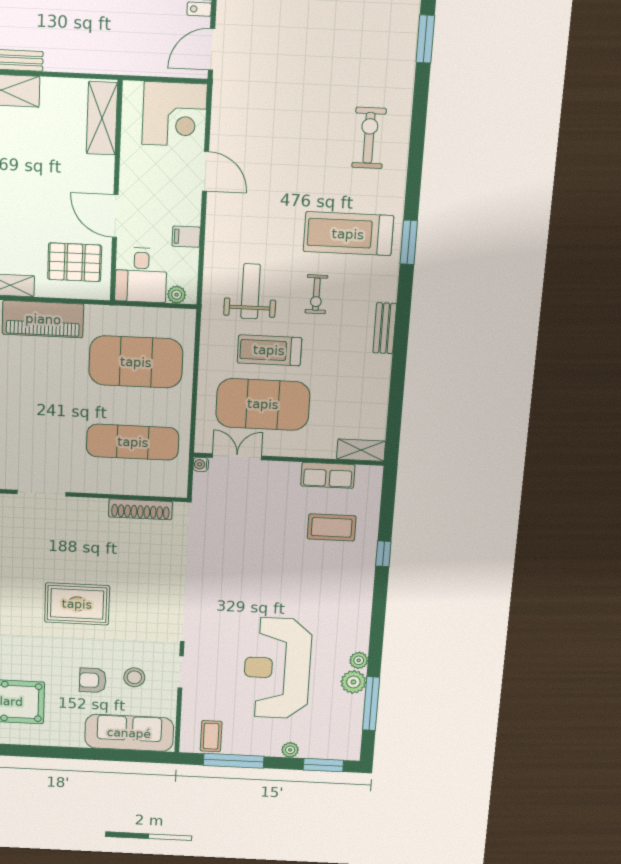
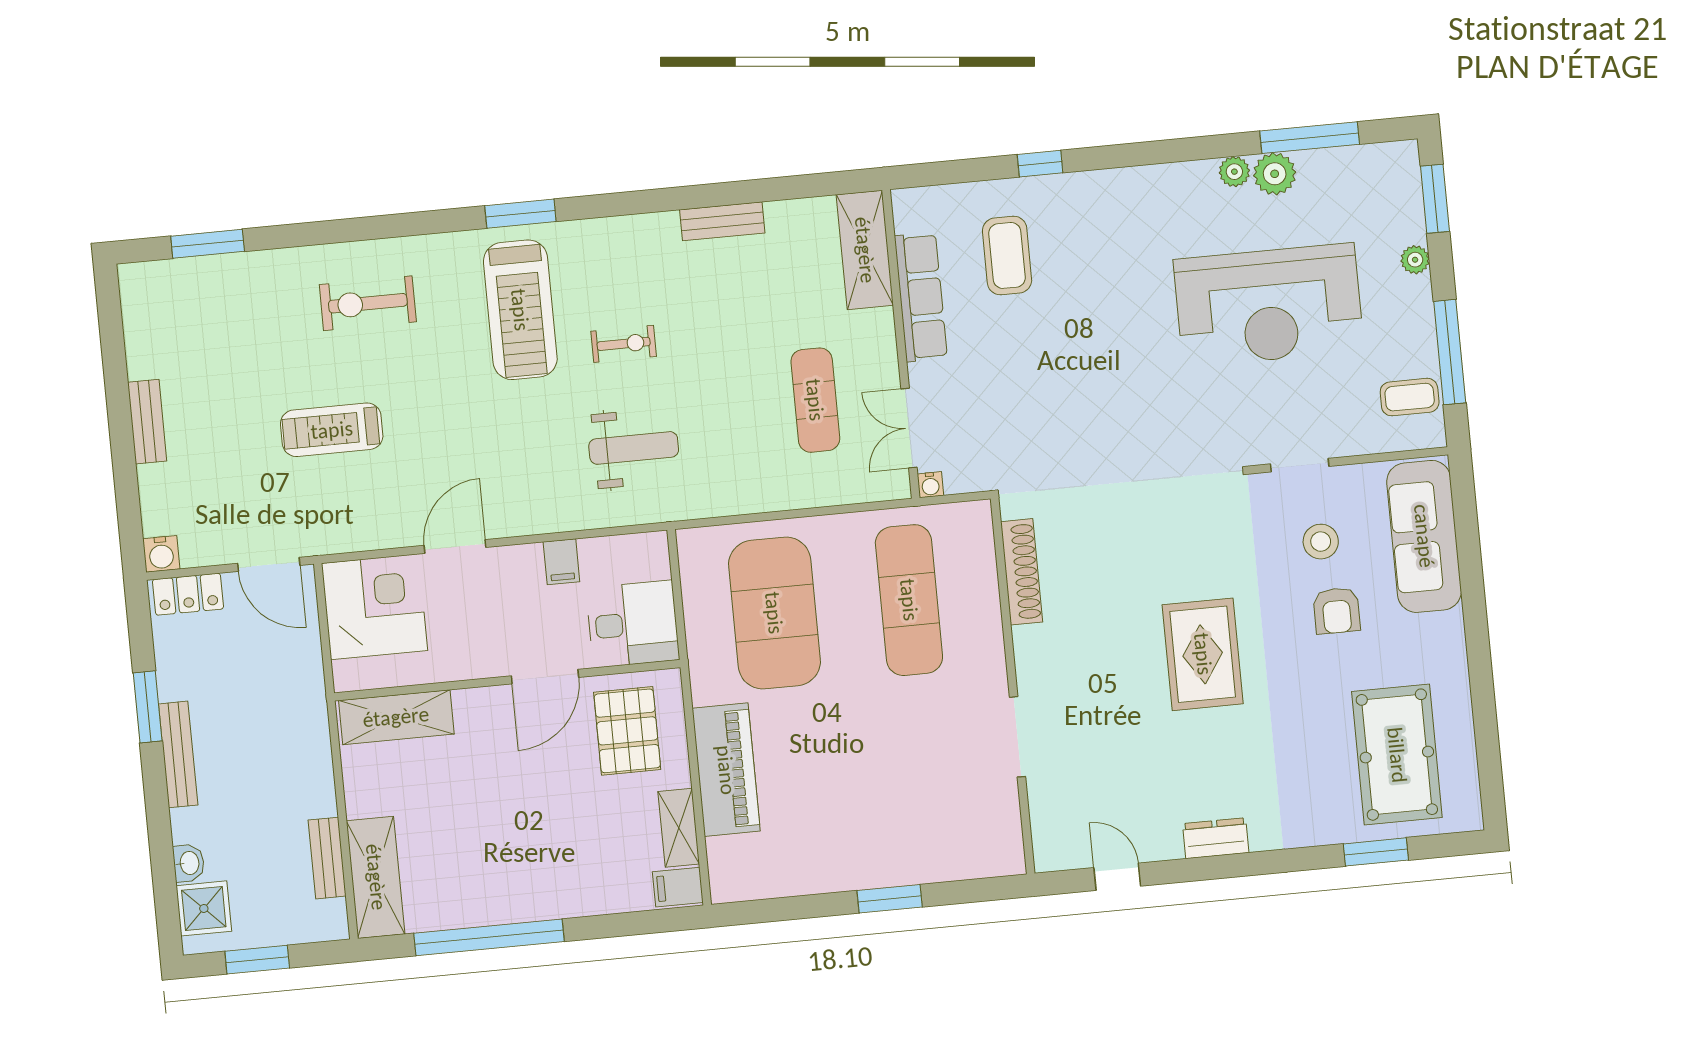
weight bench: (251, 291) -> (634, 448), turned 180
plant: (177, 295) -> (656, 564), removed
bench: (385, 328) -> (722, 221), moved
treadmill: (269, 350) -> (332, 430), moved, turned 90
exercise mat: (263, 404) -> (815, 400), width x0.50, depth x0.69
shelving: (361, 450) -> (865, 250), width x1.50, depth x1.33
row of seats: (328, 475) -> (921, 297), width x1.48

